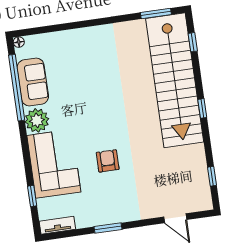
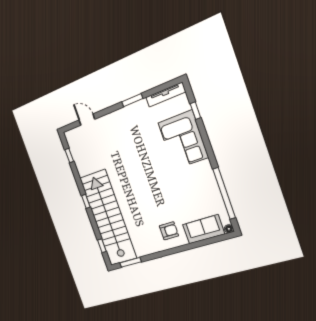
sofa: (33, 82) -> (204, 229), moved, turned 90
plant: (37, 120) -> (203, 171), removed
armchair: (108, 161) -> (169, 231), moved, turned -90
tv unit: (57, 225) -> (166, 95), width x1.41

